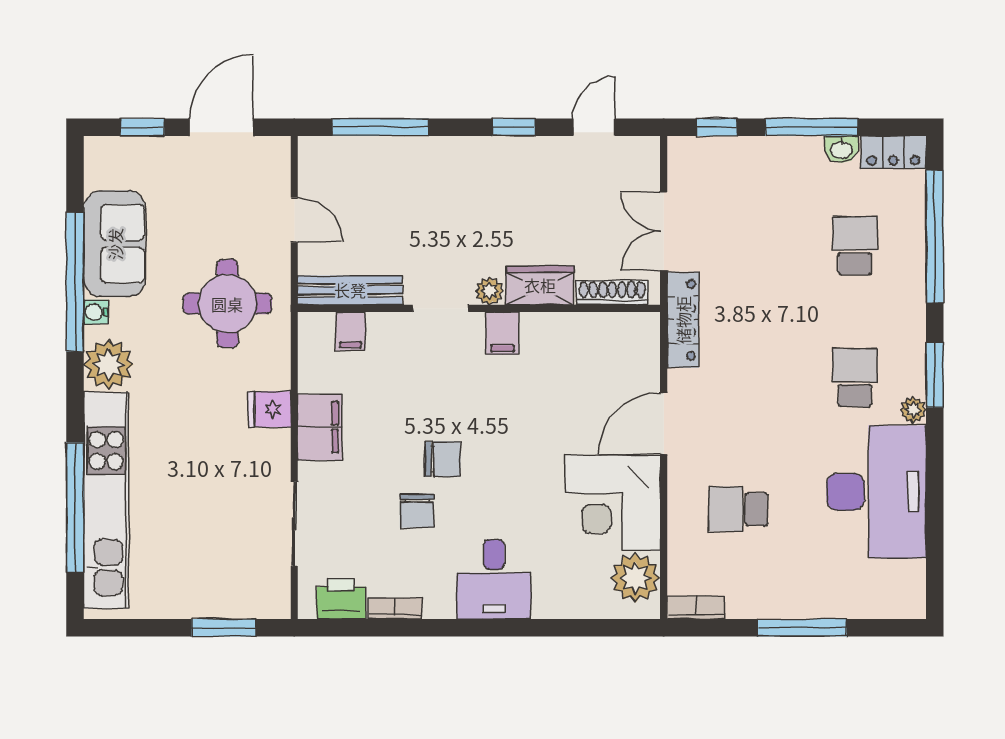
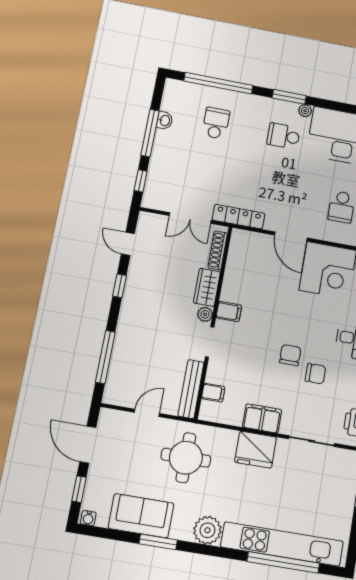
locker: (893, 152) -> (171, 95), removed
school desk: (855, 246) -> (216, 123), turned 90
window: (75, 282) -> (158, 542), width x0.47
water cooler: (96, 312) -> (88, 518), moved
fridge: (270, 409) -> (256, 450), width x1.88, depth x1.34

